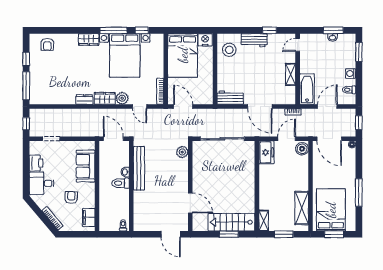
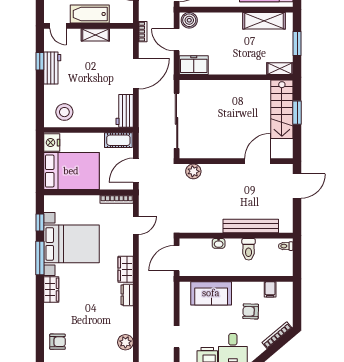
workbench: (254, 40) -> (52, 68), moved
bathtub: (307, 89) -> (90, 14), moved
cot: (207, 93) -> (118, 140), added
plant: (122, 98) -> (125, 342), moved
bench: (139, 168) -> (251, 226), moved
toilet: (121, 183) -> (249, 249), moved
filing cabinet: (89, 217) -> (270, 289), width x0.50

